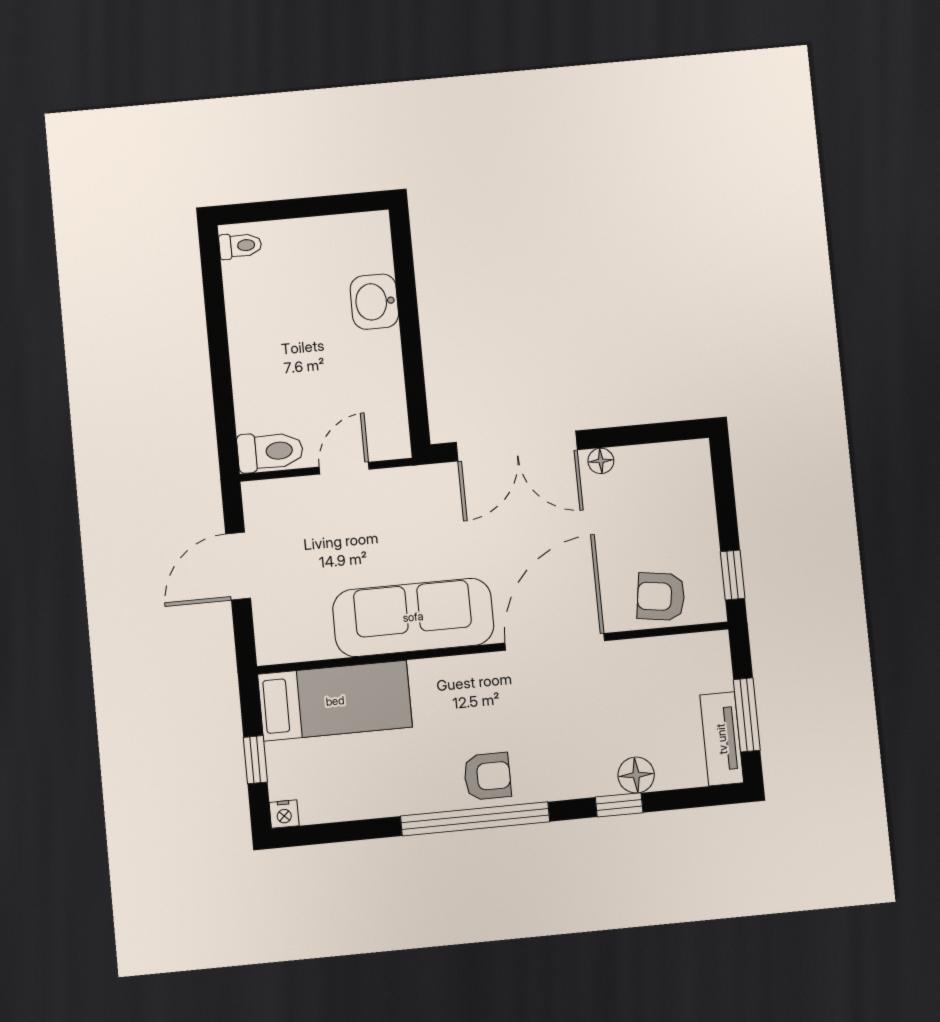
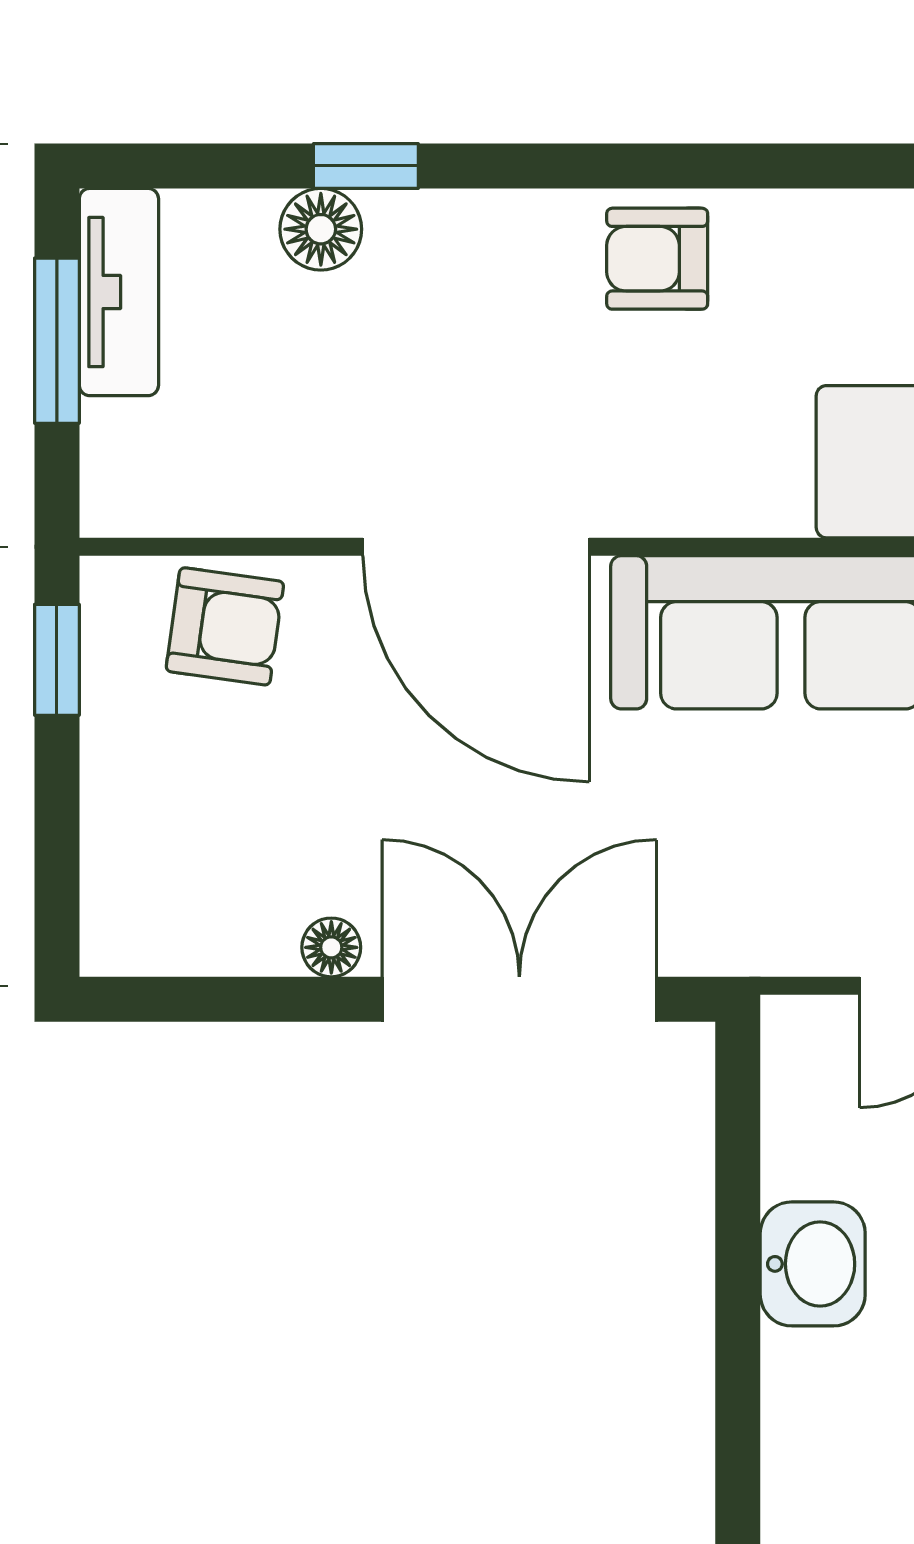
washbasin: (374, 302) -> (813, 1264), moved
door: (555, 642) -> (476, 547), hinge flipped
window: (475, 819) -> (694, 166), removed

